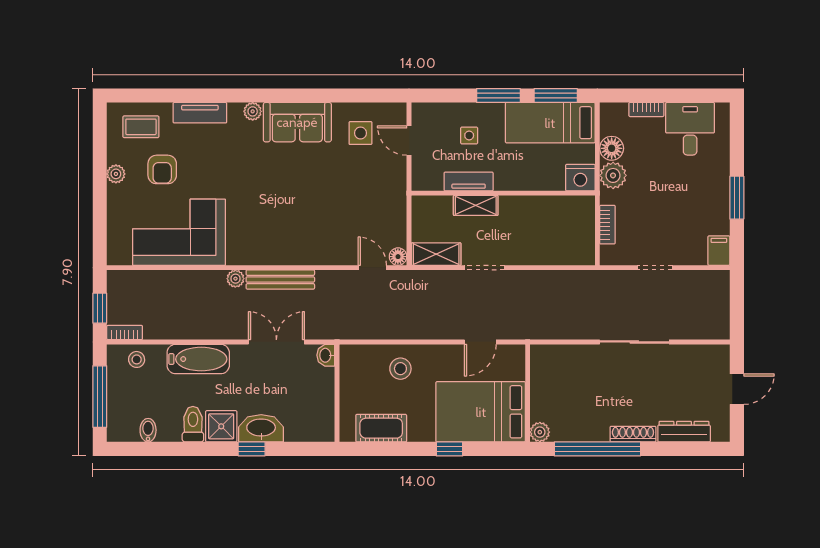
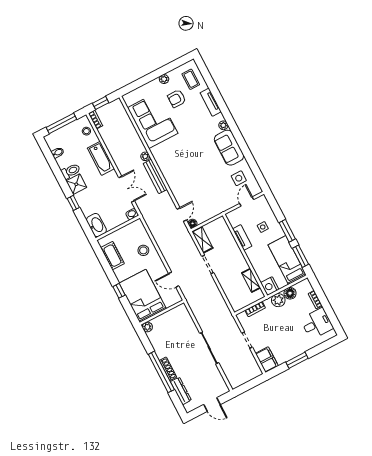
shelving: (476, 205) -> (251, 280), moved
filing cabinet: (719, 251) -> (267, 360), width x2.00
washbasin: (261, 428) -> (96, 225), moved
window: (597, 449) -> (161, 372), moved

